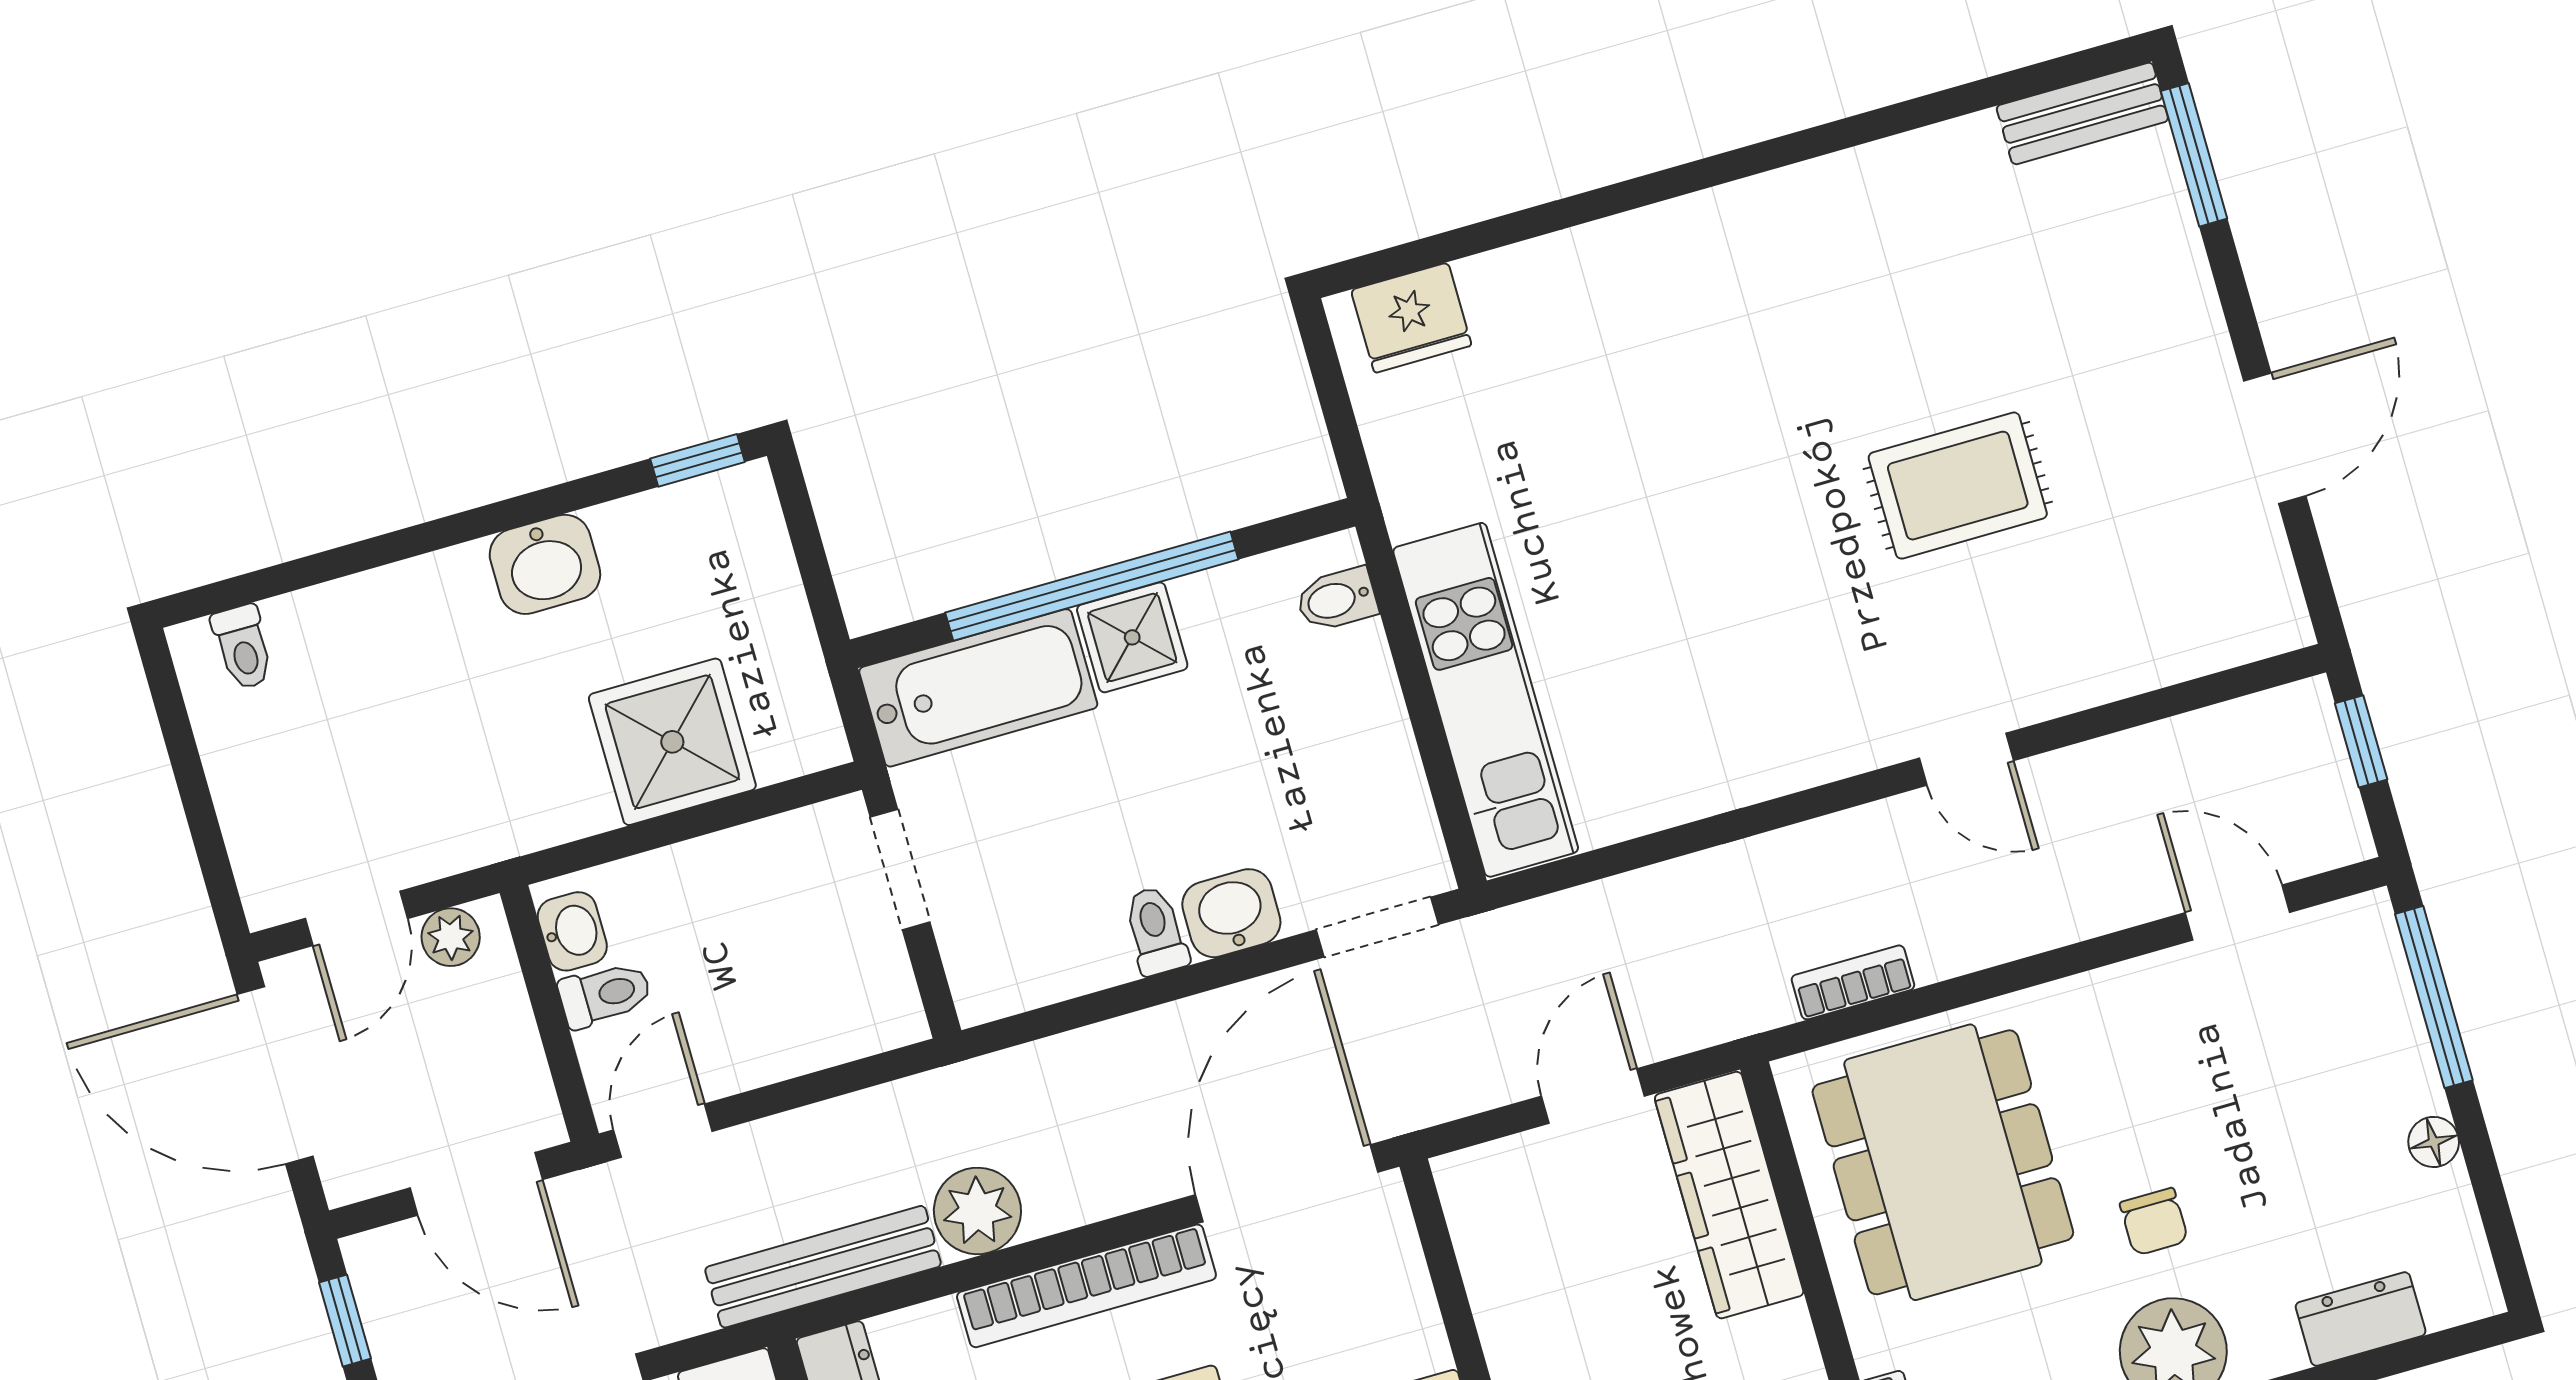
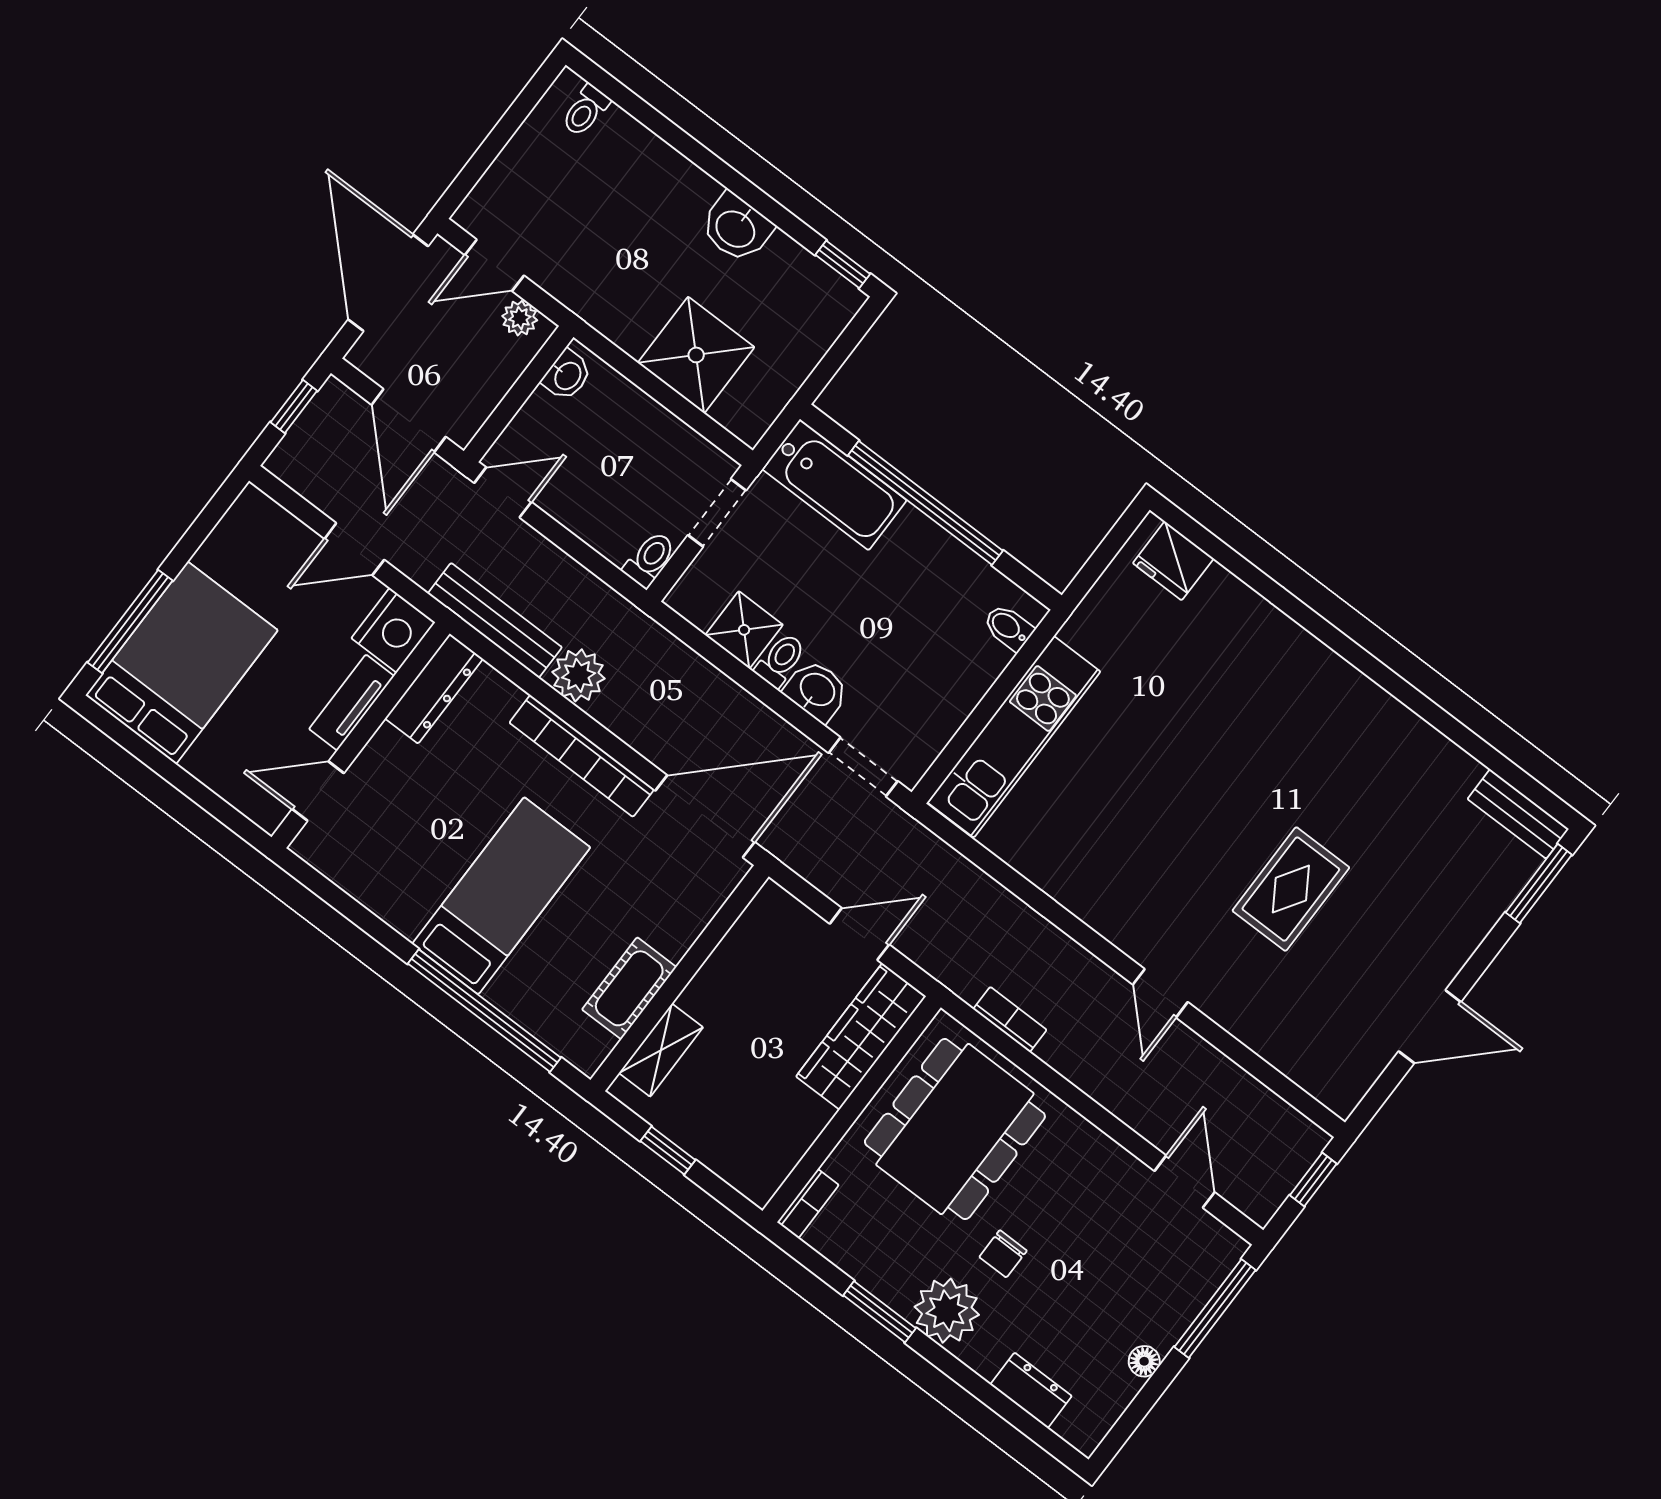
rug: (1958, 486) -> (1291, 889), turned 90
shower: (1132, 637) -> (744, 630), moved
toilet: (605, 994) -> (650, 559), moved, turned -90

